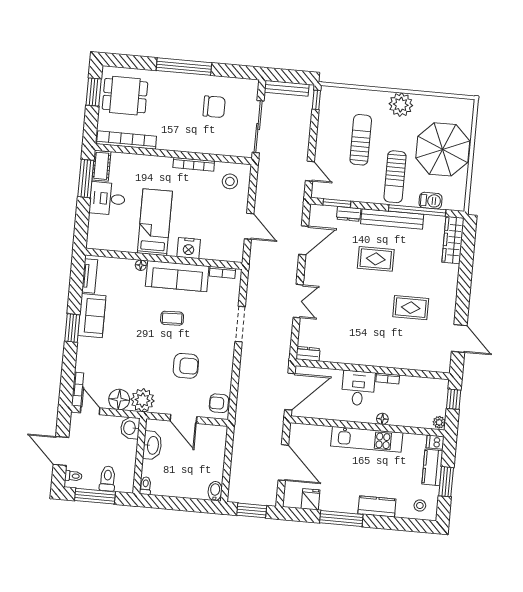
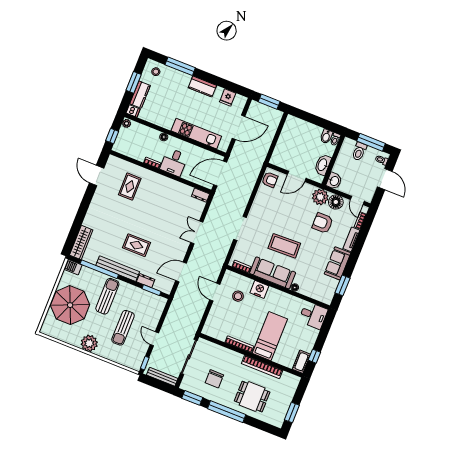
window: (237, 71) -> (192, 398), added
dining table: (125, 96) -> (252, 397), moved
chair: (214, 107) -> (214, 379), turned -90
bookcase: (127, 140) -> (262, 367), moved
door: (310, 171) -> (154, 339), moved
window: (86, 179) -> (314, 356), width x0.46
stool: (230, 181) -> (238, 296), moved
desk: (107, 199) -> (313, 315), moved
barbecue: (431, 201) -> (73, 267), moved
bed: (155, 222) -> (270, 336), moved, turned 180
tv unit: (90, 276) -> (351, 239), moved
rug: (411, 308) -> (130, 187), moved, turned 90
coffee table: (172, 318) -> (284, 246), width x1.86, depth x1.72
window: (72, 328) -> (343, 285), moved
armchair: (186, 366) -> (323, 223), moved
door: (183, 419) -> (297, 176), swing flipped
kitchen unit: (367, 439) -> (196, 134), moved
door: (283, 463) -> (239, 127), swing flipped
bidet: (215, 491) -> (326, 136), moved
kitchen counter: (377, 506) -> (202, 87), moved
window: (341, 519) -> (180, 66), moved

